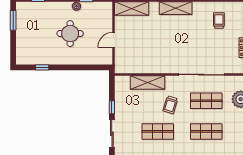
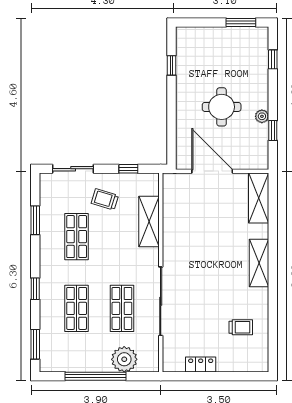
door: (114, 40) -> (212, 171), width x1.88
trolley: (170, 105) -> (105, 199), moved
window: (112, 107) -> (128, 169), moved

